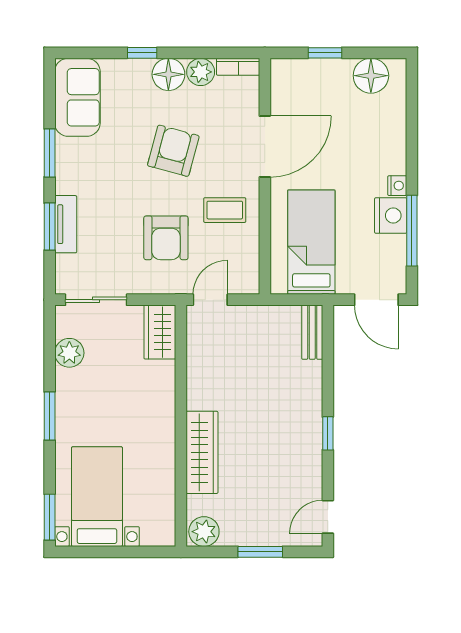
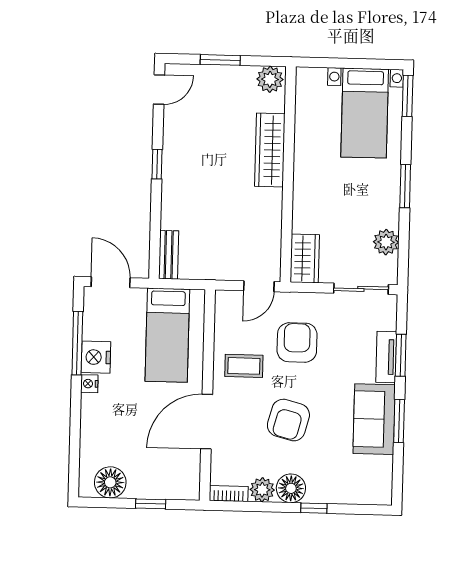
sofa: (77, 97) -> (374, 419), moved

